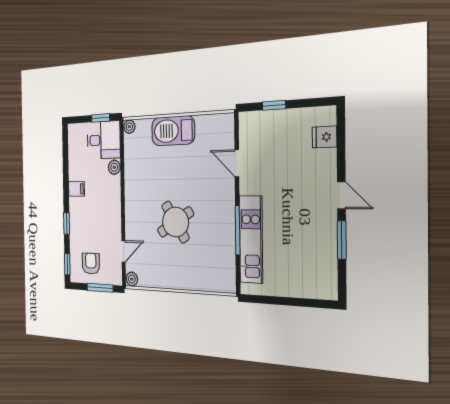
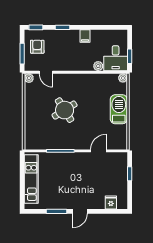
kitchen unit: (251, 239) -> (31, 179), moved, turned -90
armchair: (91, 263) -> (37, 47), turned -90

